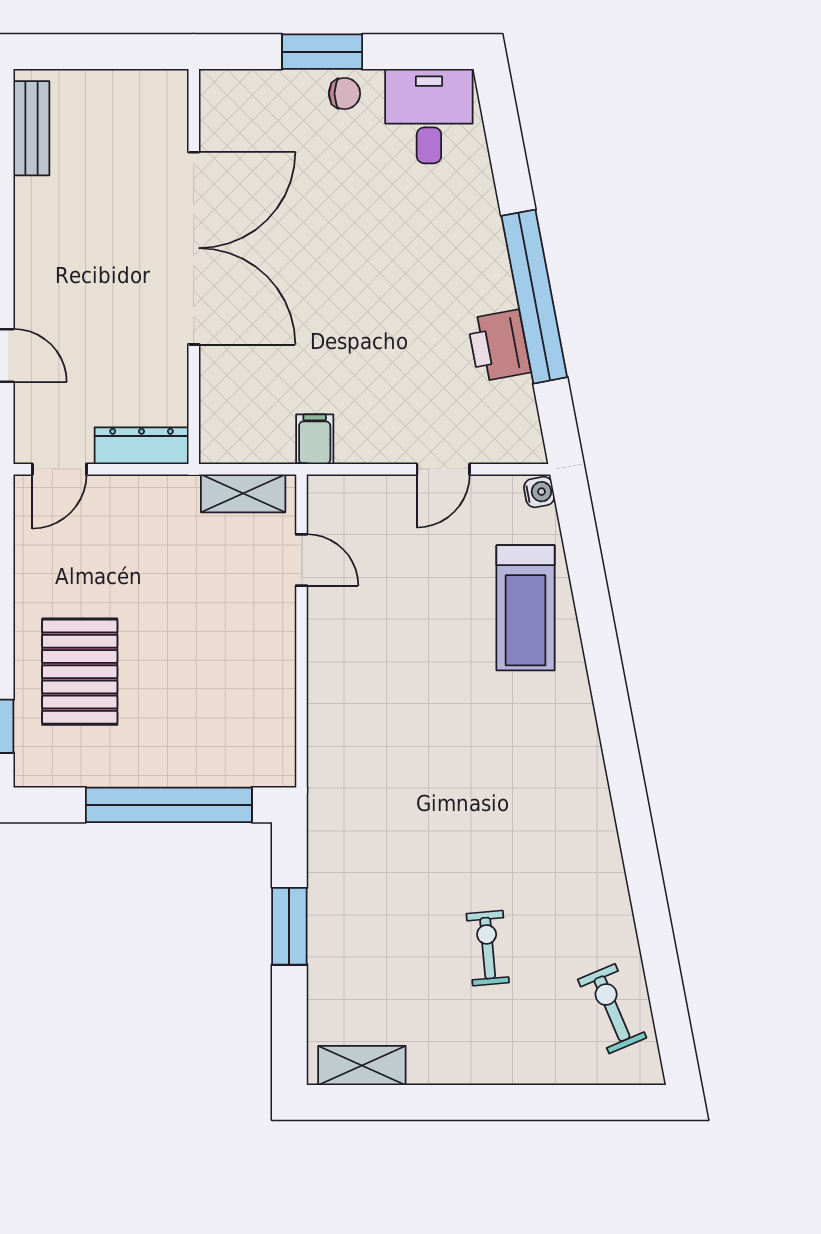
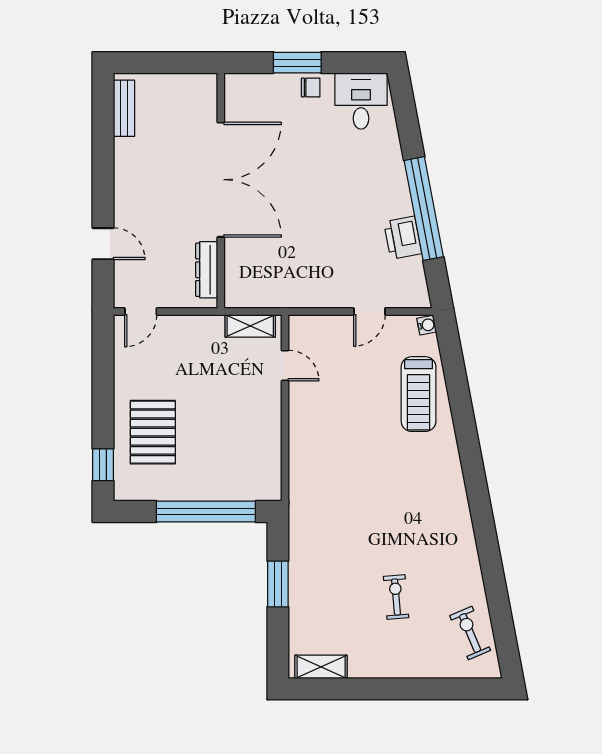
filing cabinet: (315, 439) -> (293, 294), removed
dresser: (142, 446) -> (207, 270), moved, turned -90

